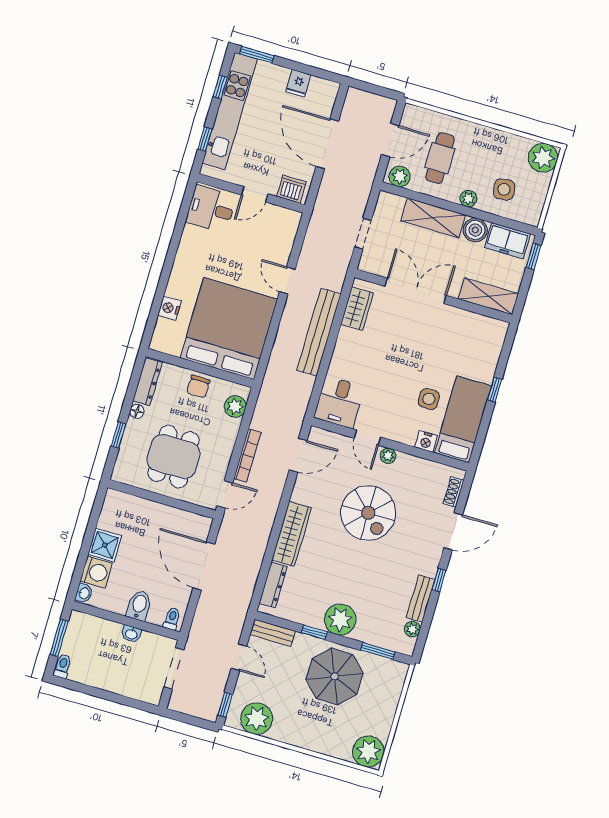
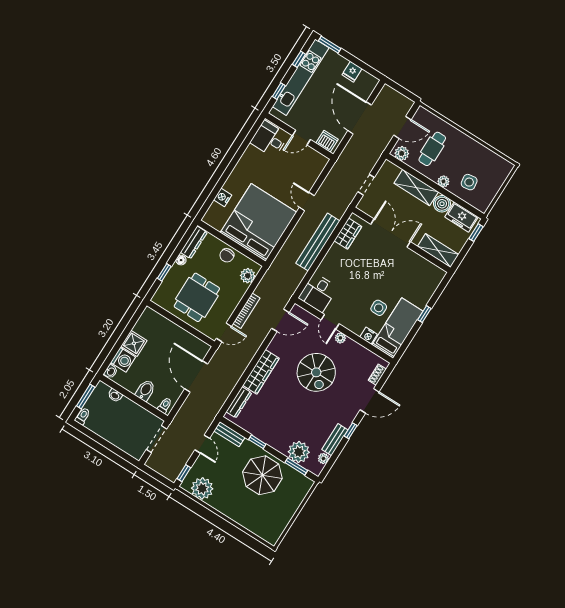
plant: (543, 158) -> (501, 168), removed
plant: (340, 620) -> (299, 452), moved
washbasin: (131, 634) -> (115, 395), moved
plant: (368, 751) -> (271, 532), removed

